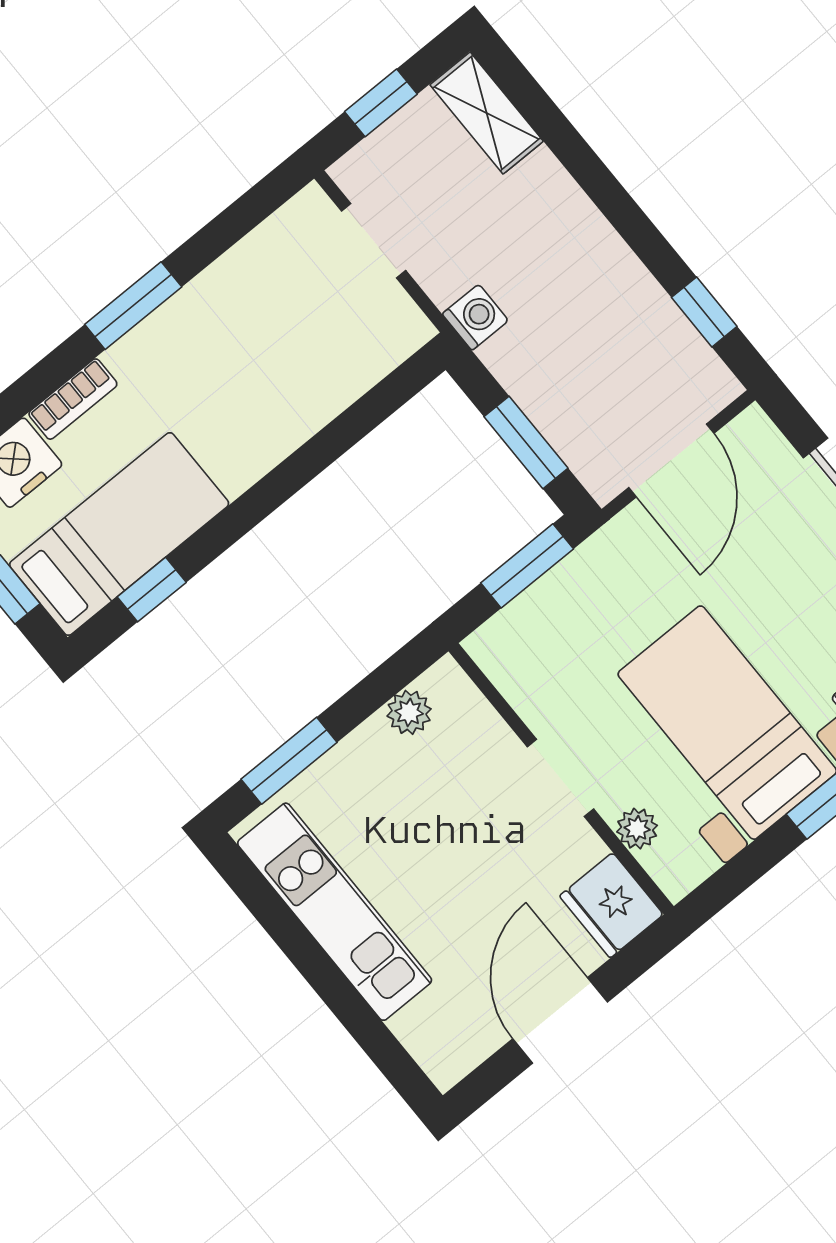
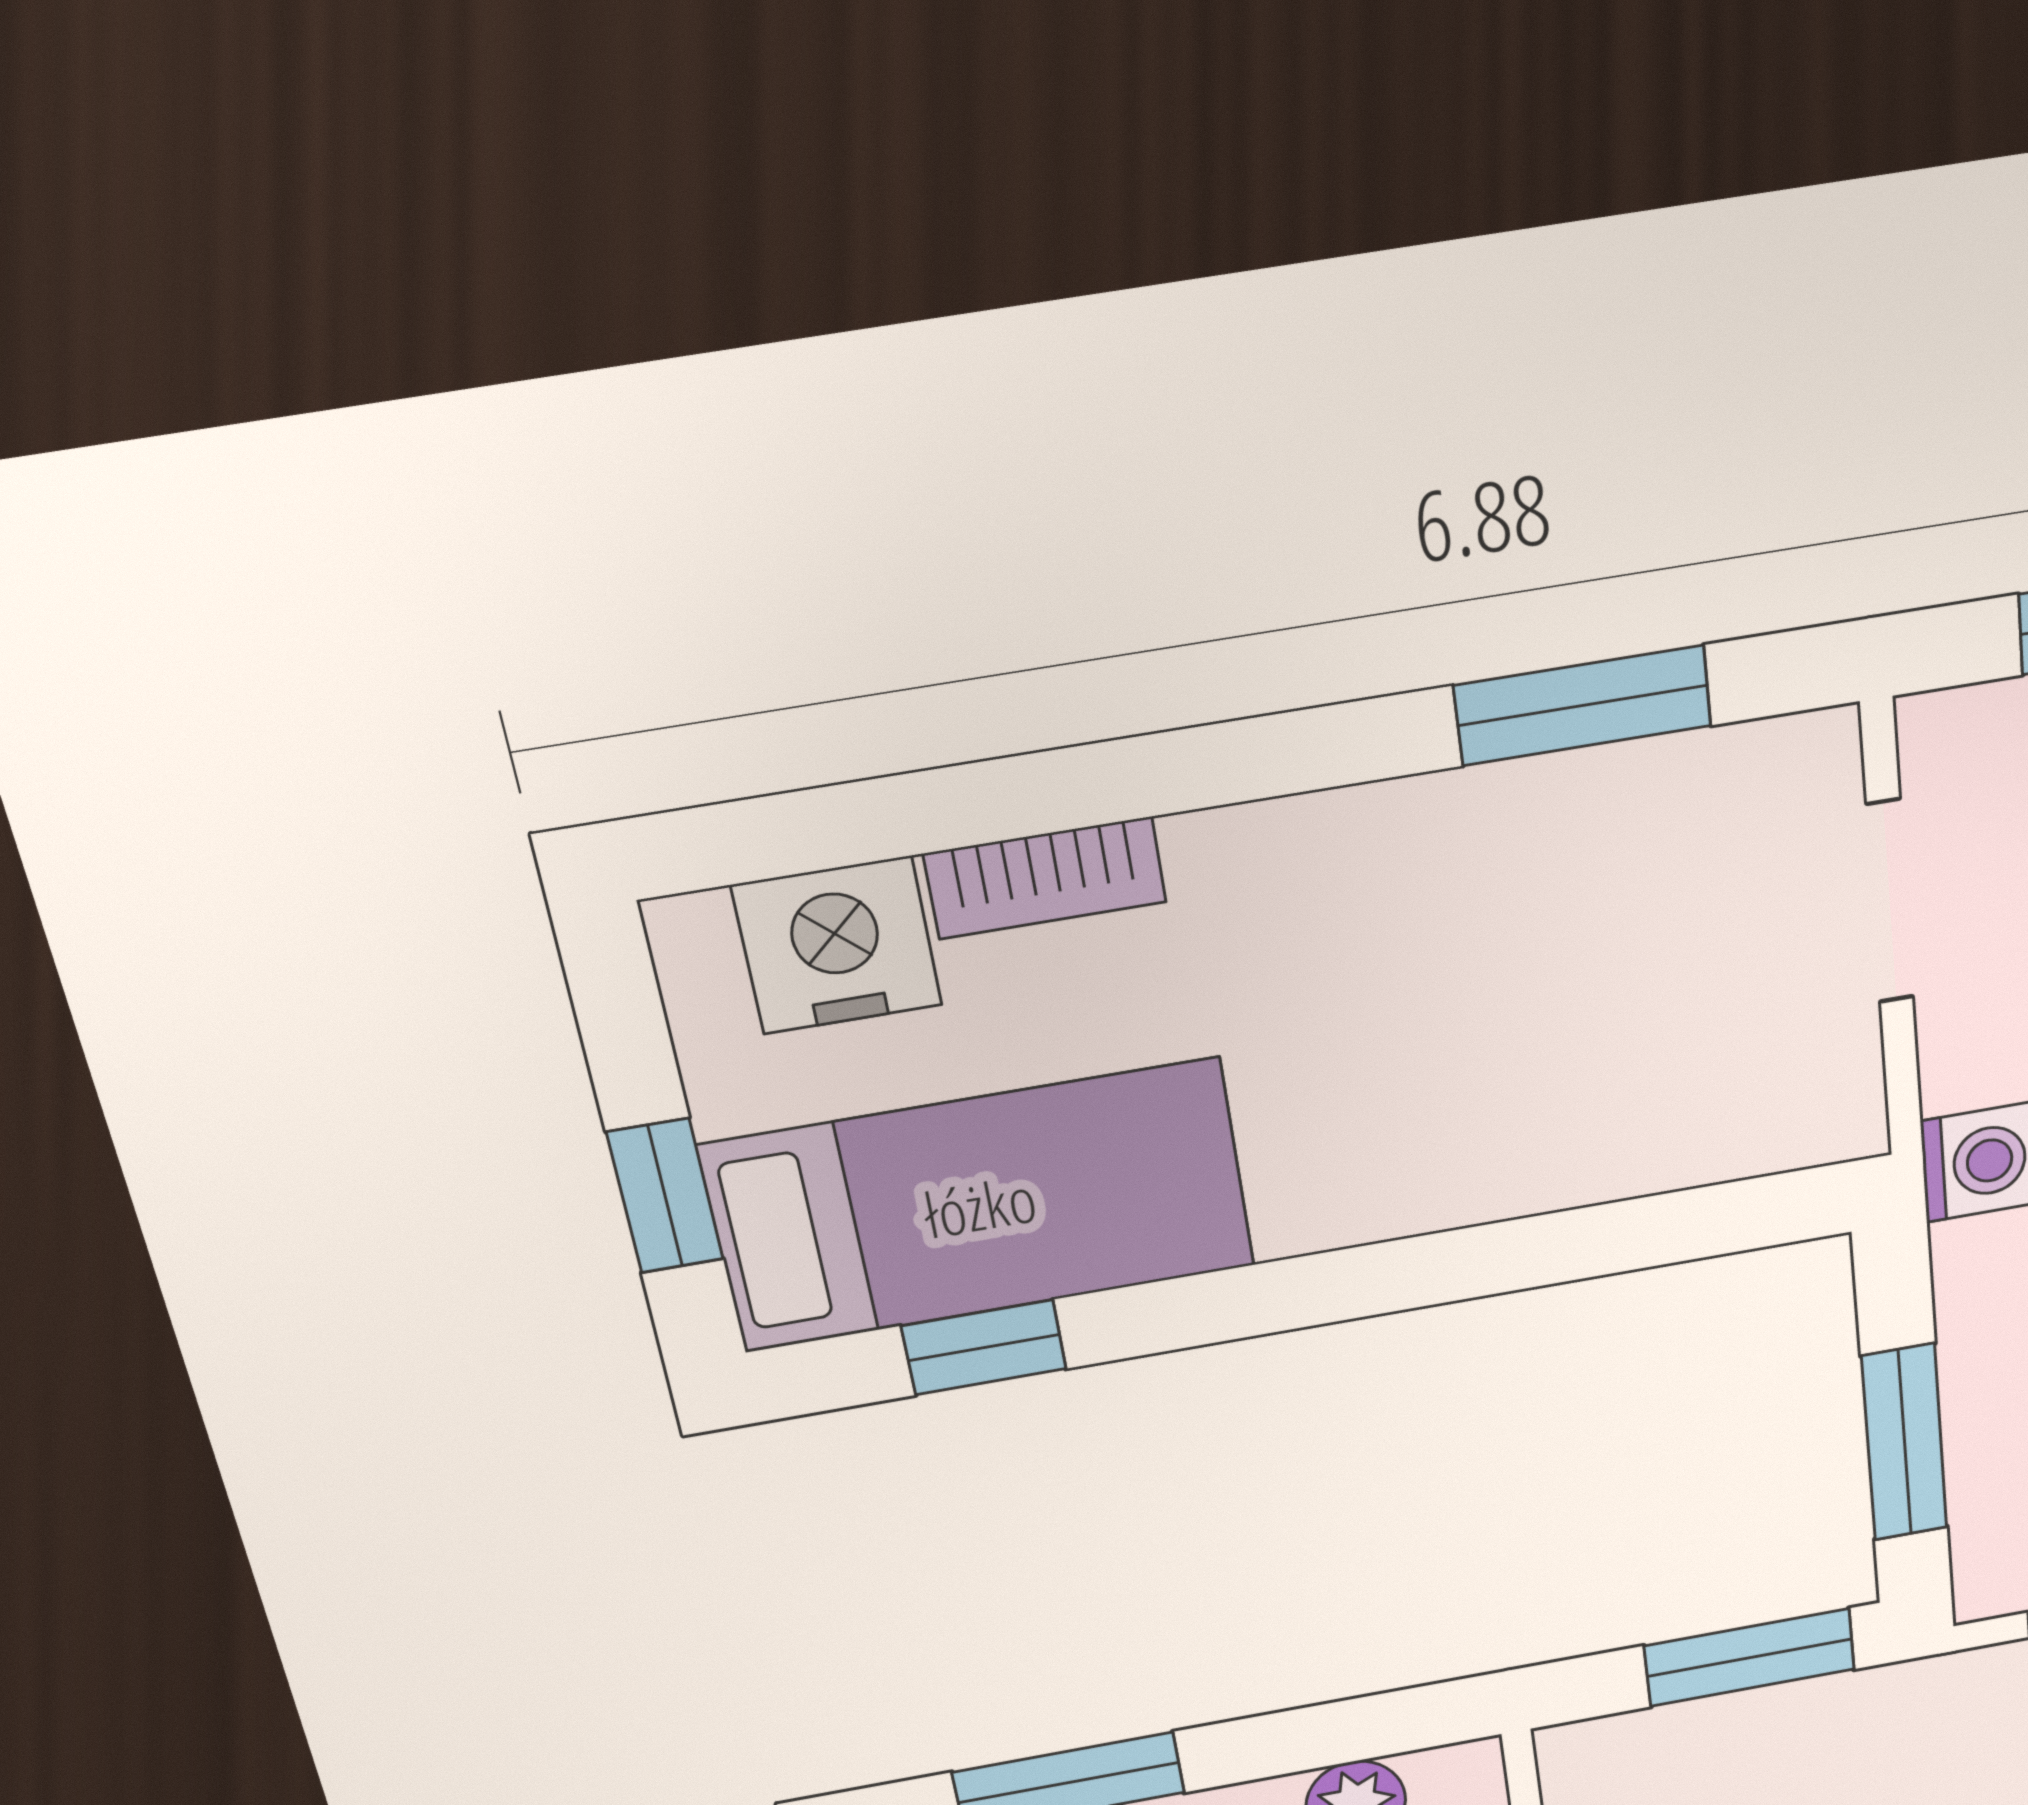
window: (133, 306) -> (1583, 706), moved

